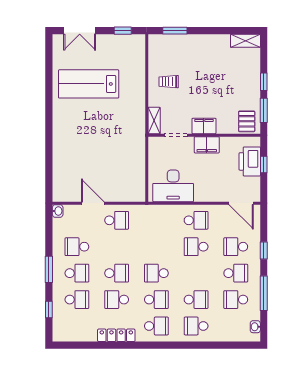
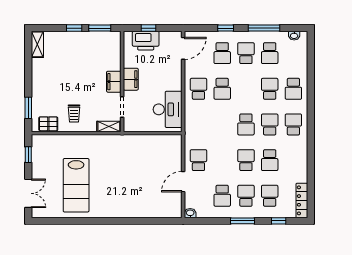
pallet: (247, 121) -> (48, 124), moved
locker: (116, 335) -> (302, 200), moved

